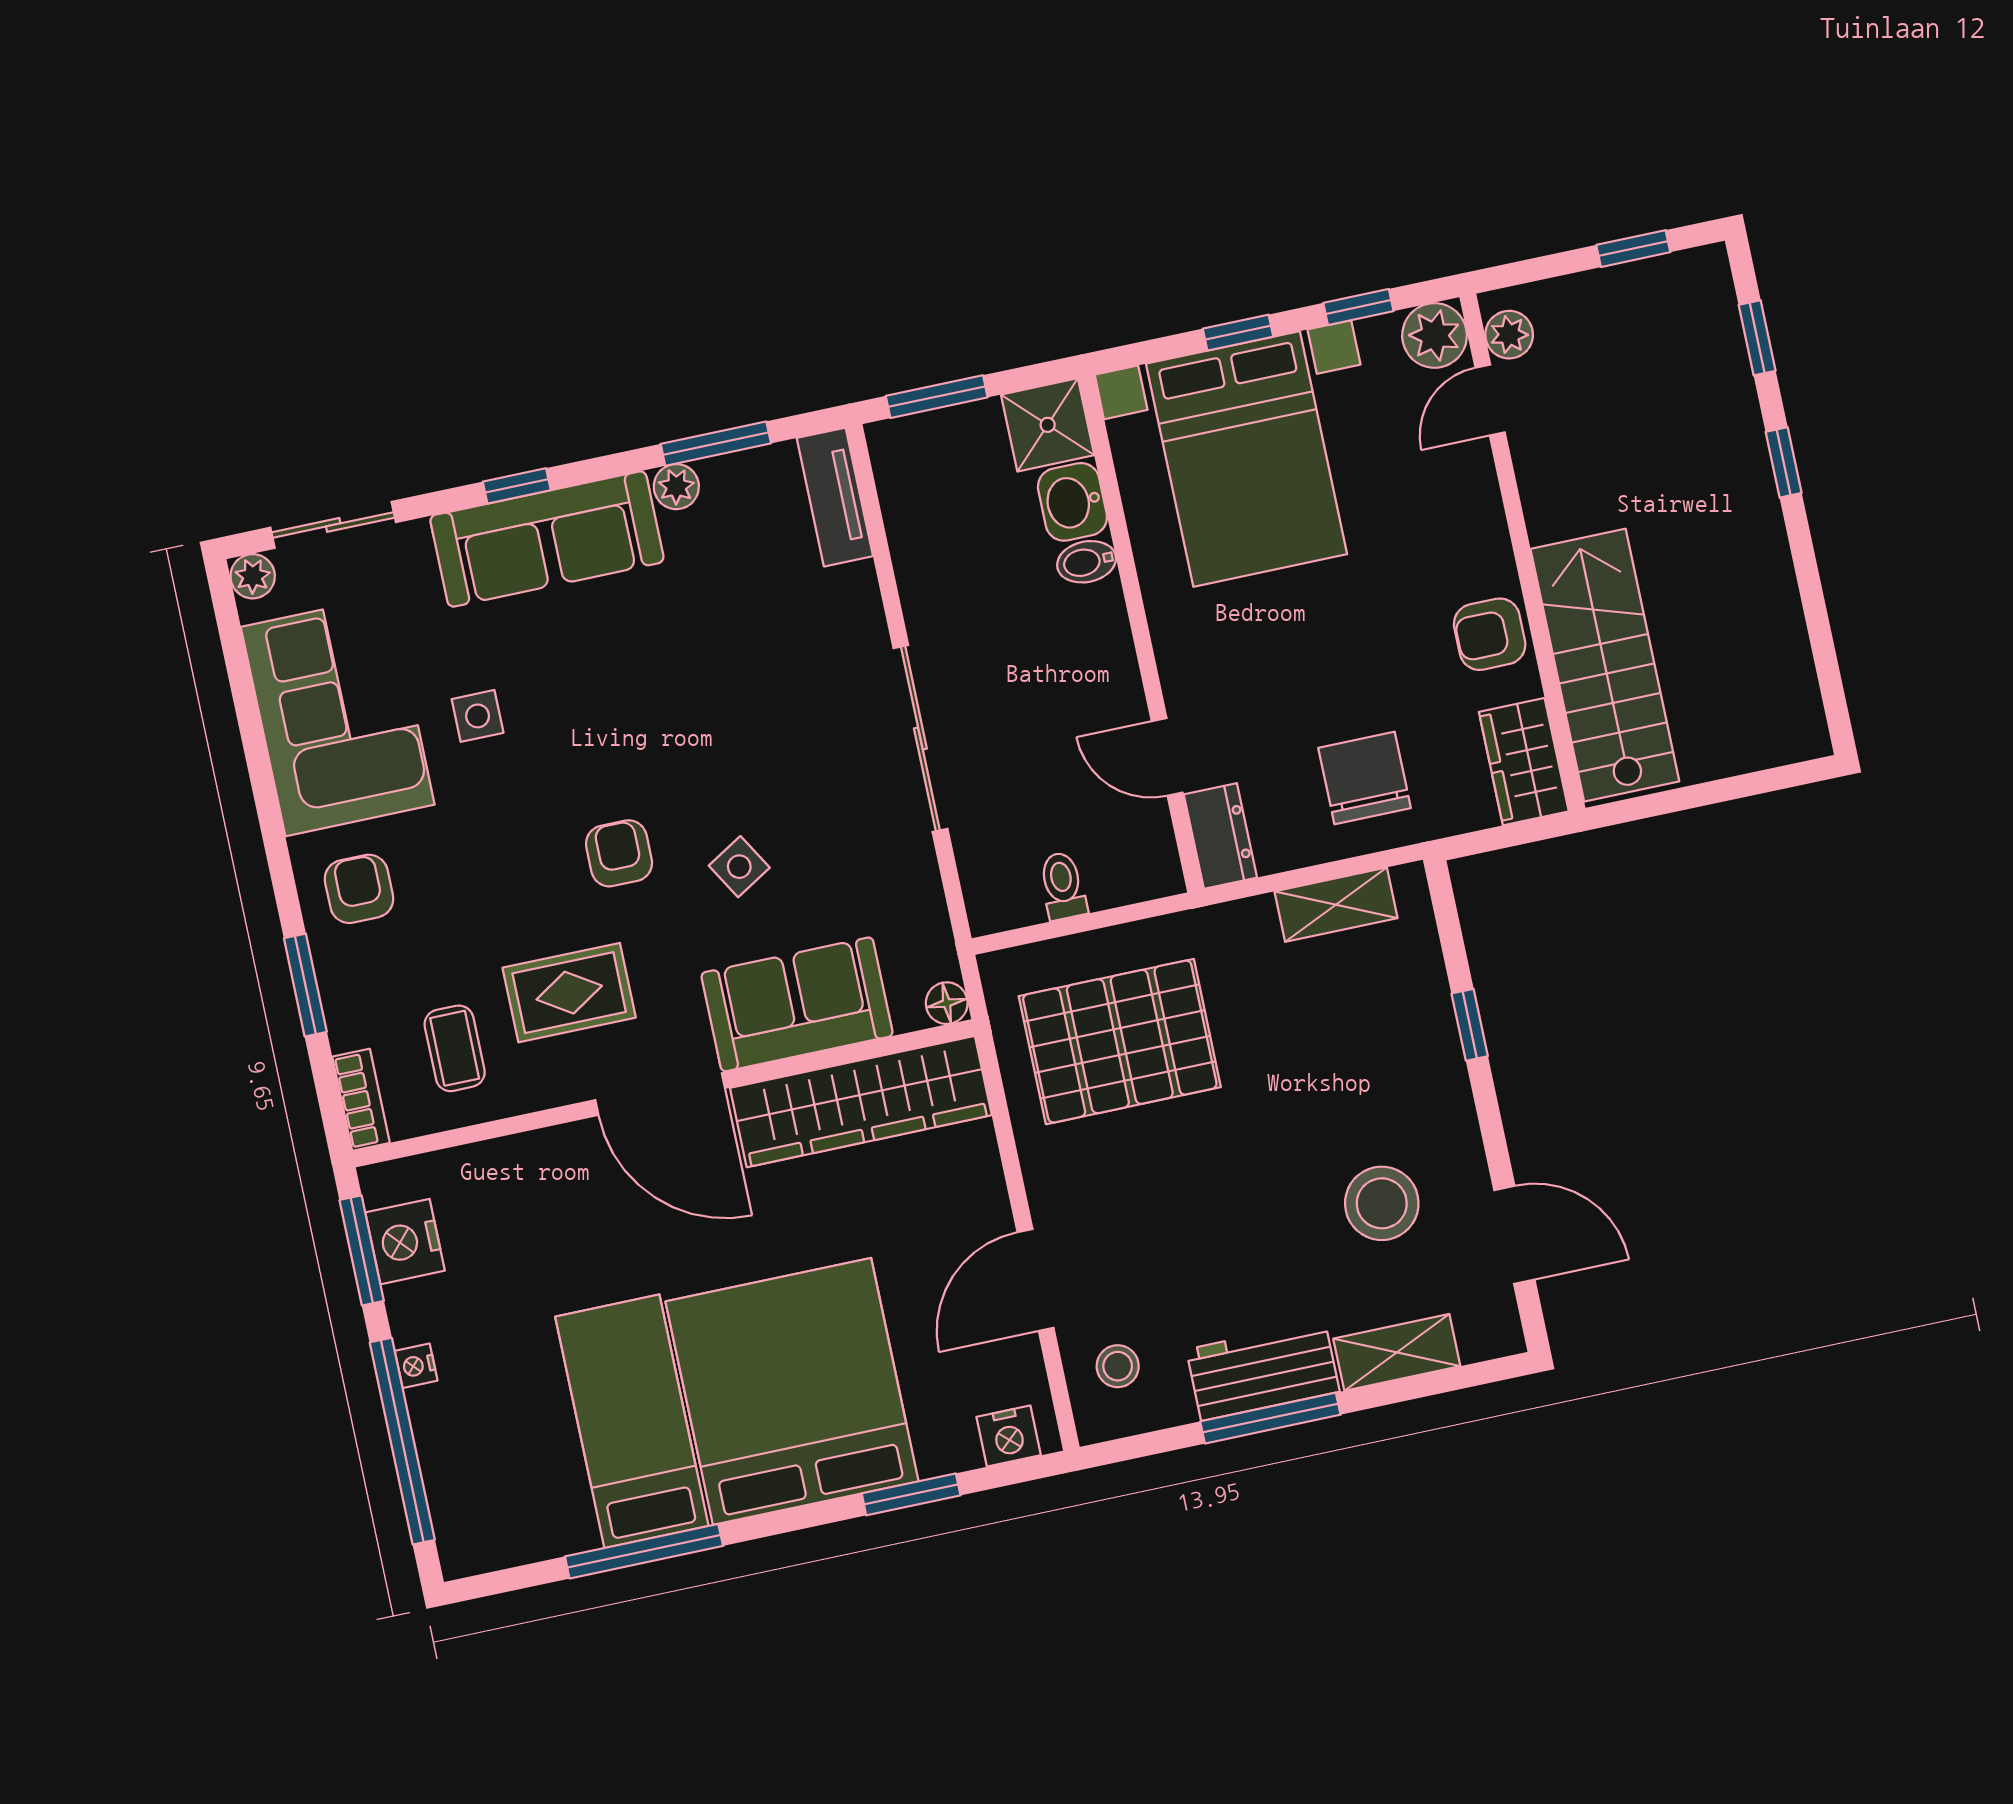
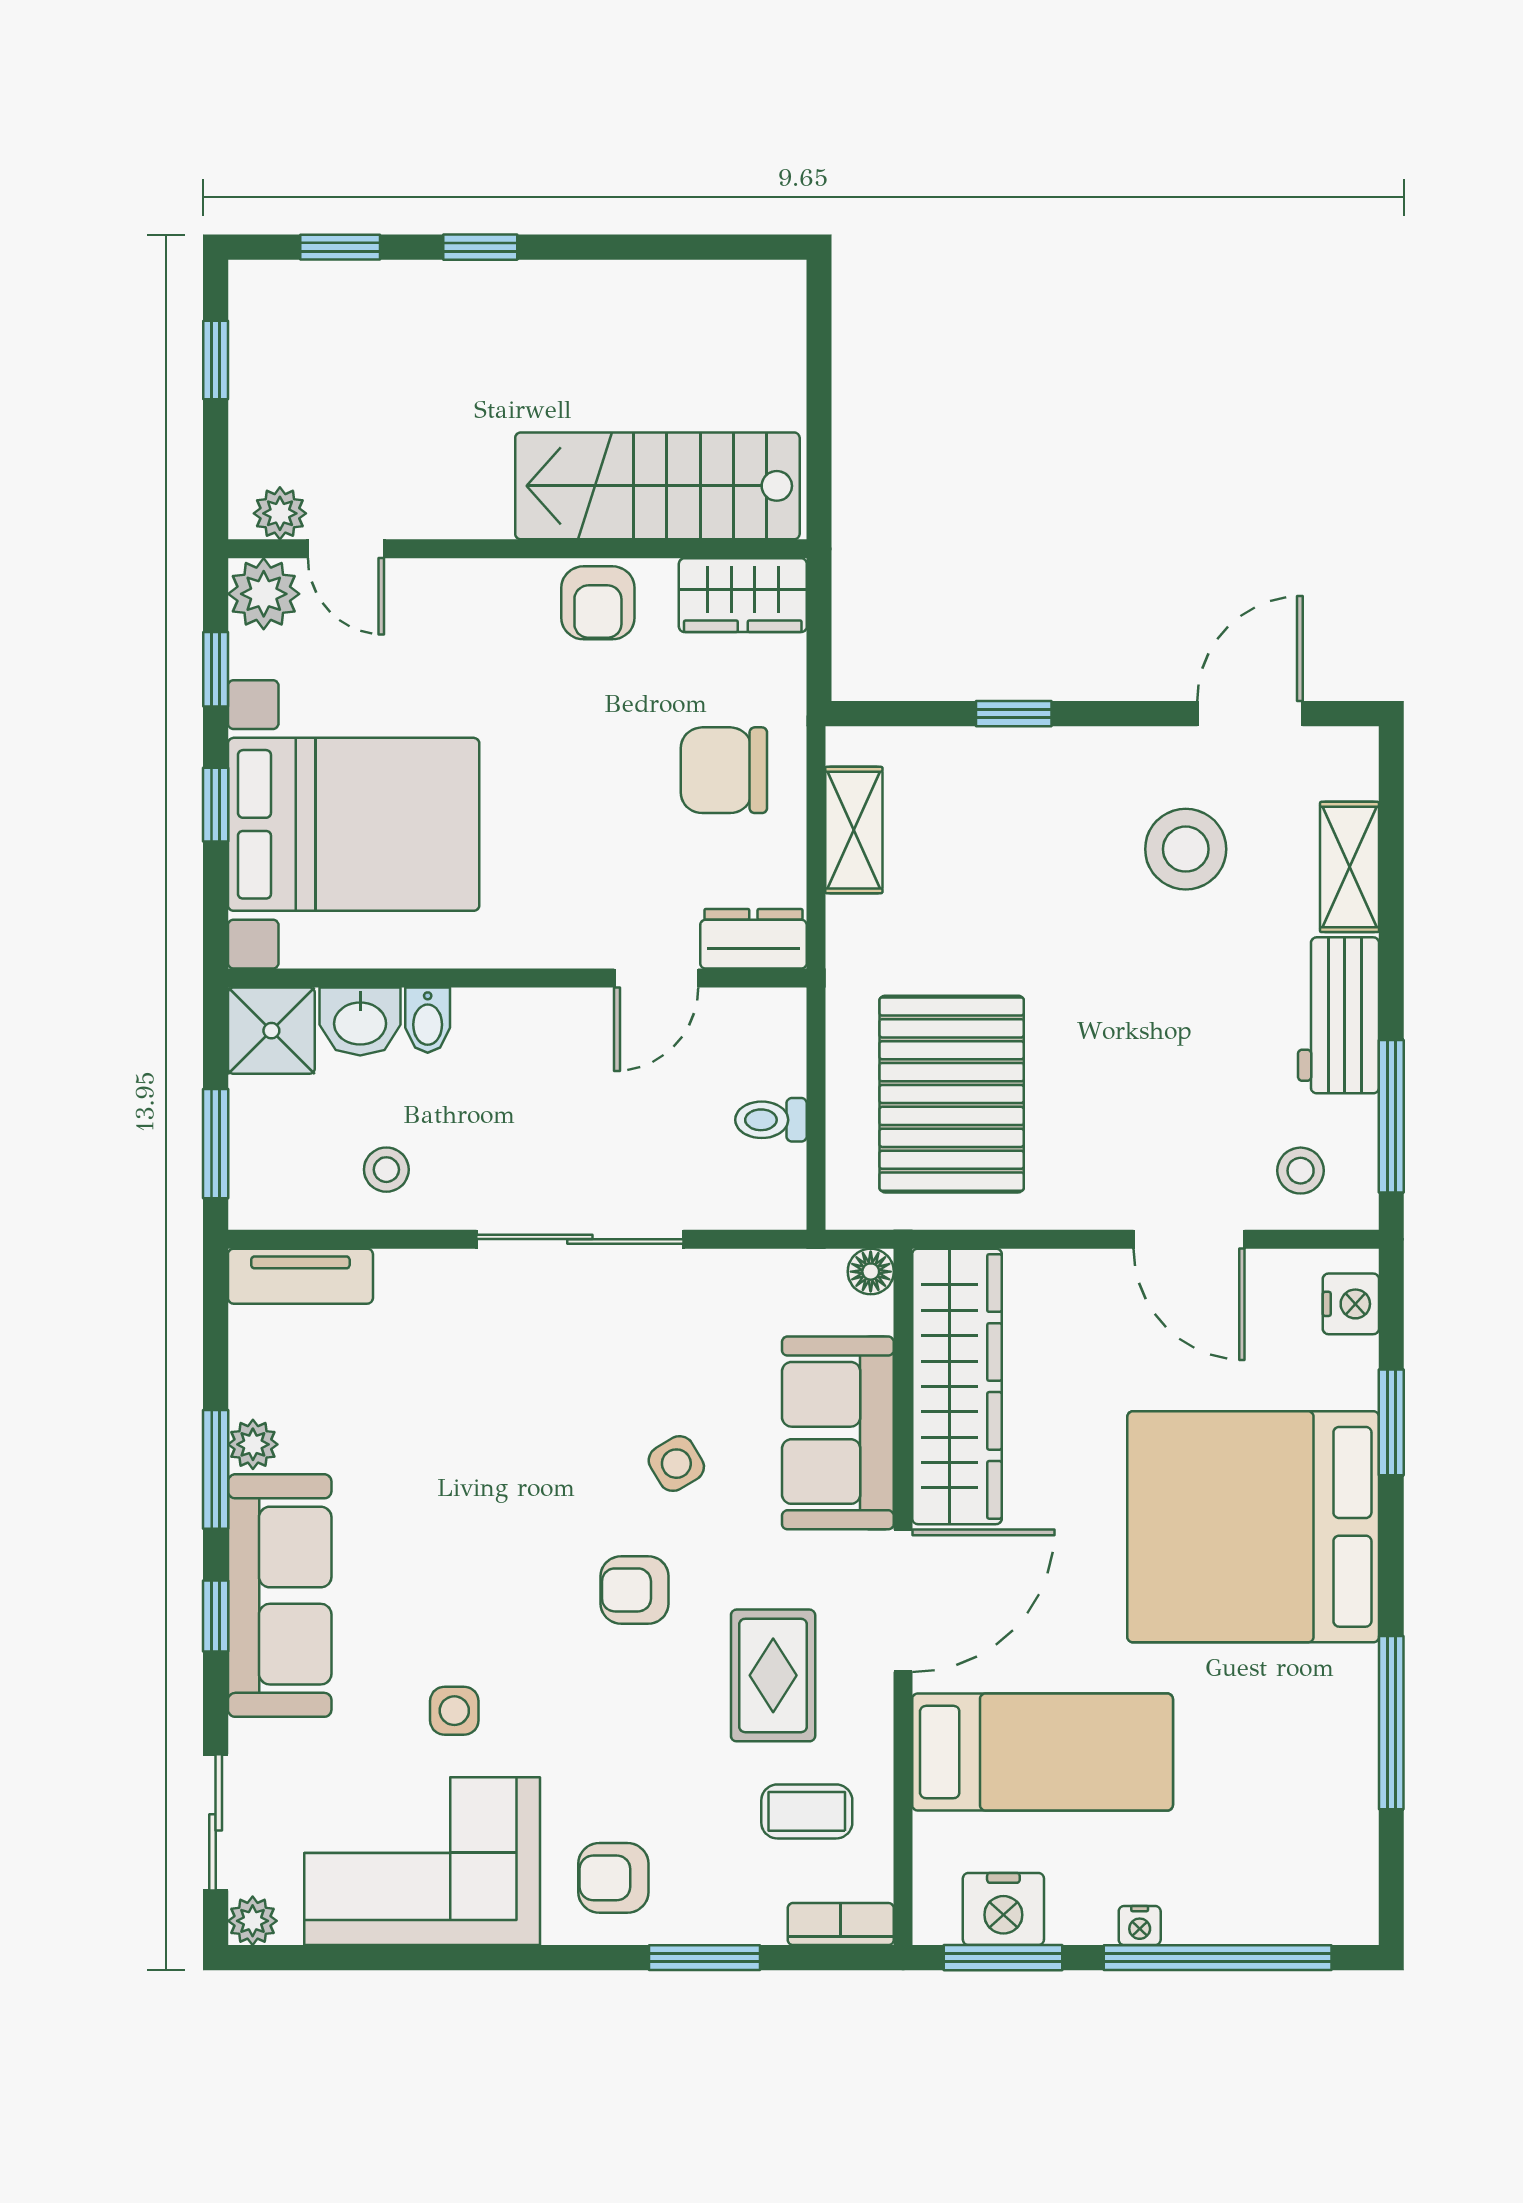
window: (716, 444) -> (216, 1469), moved
stool: (946, 553) -> (386, 1170), added
window: (1270, 1418) -> (1391, 1116), moved
bed: (632, 1421) -> (1043, 1752), moved, turned 180

